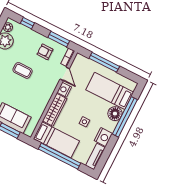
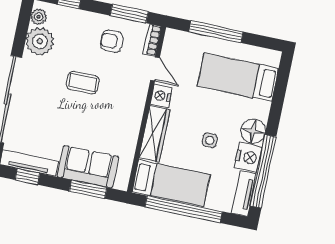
floor lamp: (115, 114) -> (253, 131), moved
window: (125, 117) -> (263, 171), moved

